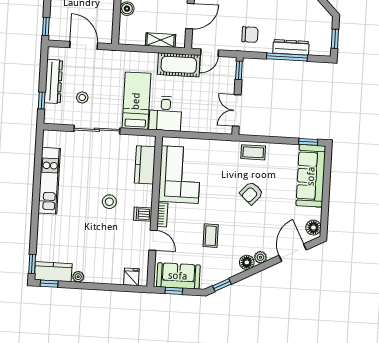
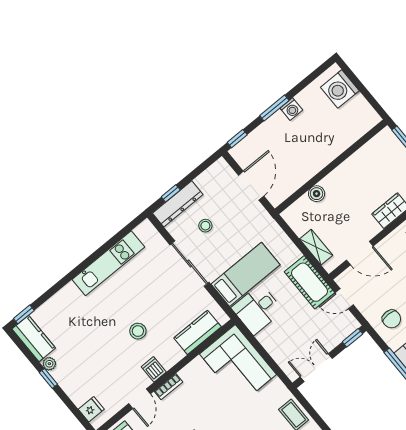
dresser: (54, 81) -> (178, 204), moved
corner sofa: (180, 175) -> (238, 364), moved, turned 90
window: (49, 284) -> (48, 378), moved

